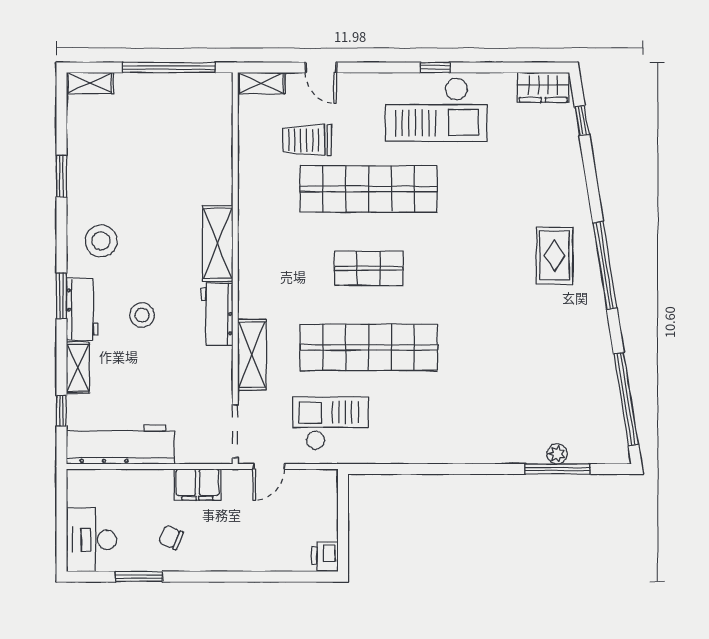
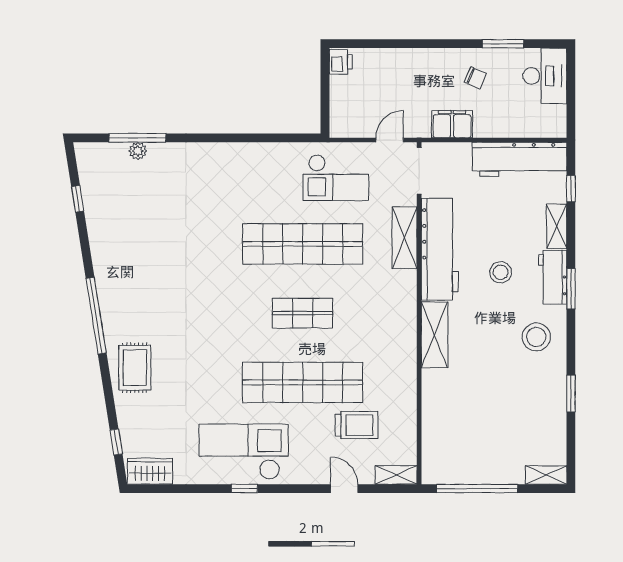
rug: (555, 256) -> (135, 368), moved
workbench: (217, 314) -> (440, 249), width x1.88, depth x1.32
window: (626, 399) -> (78, 199), width x0.32

